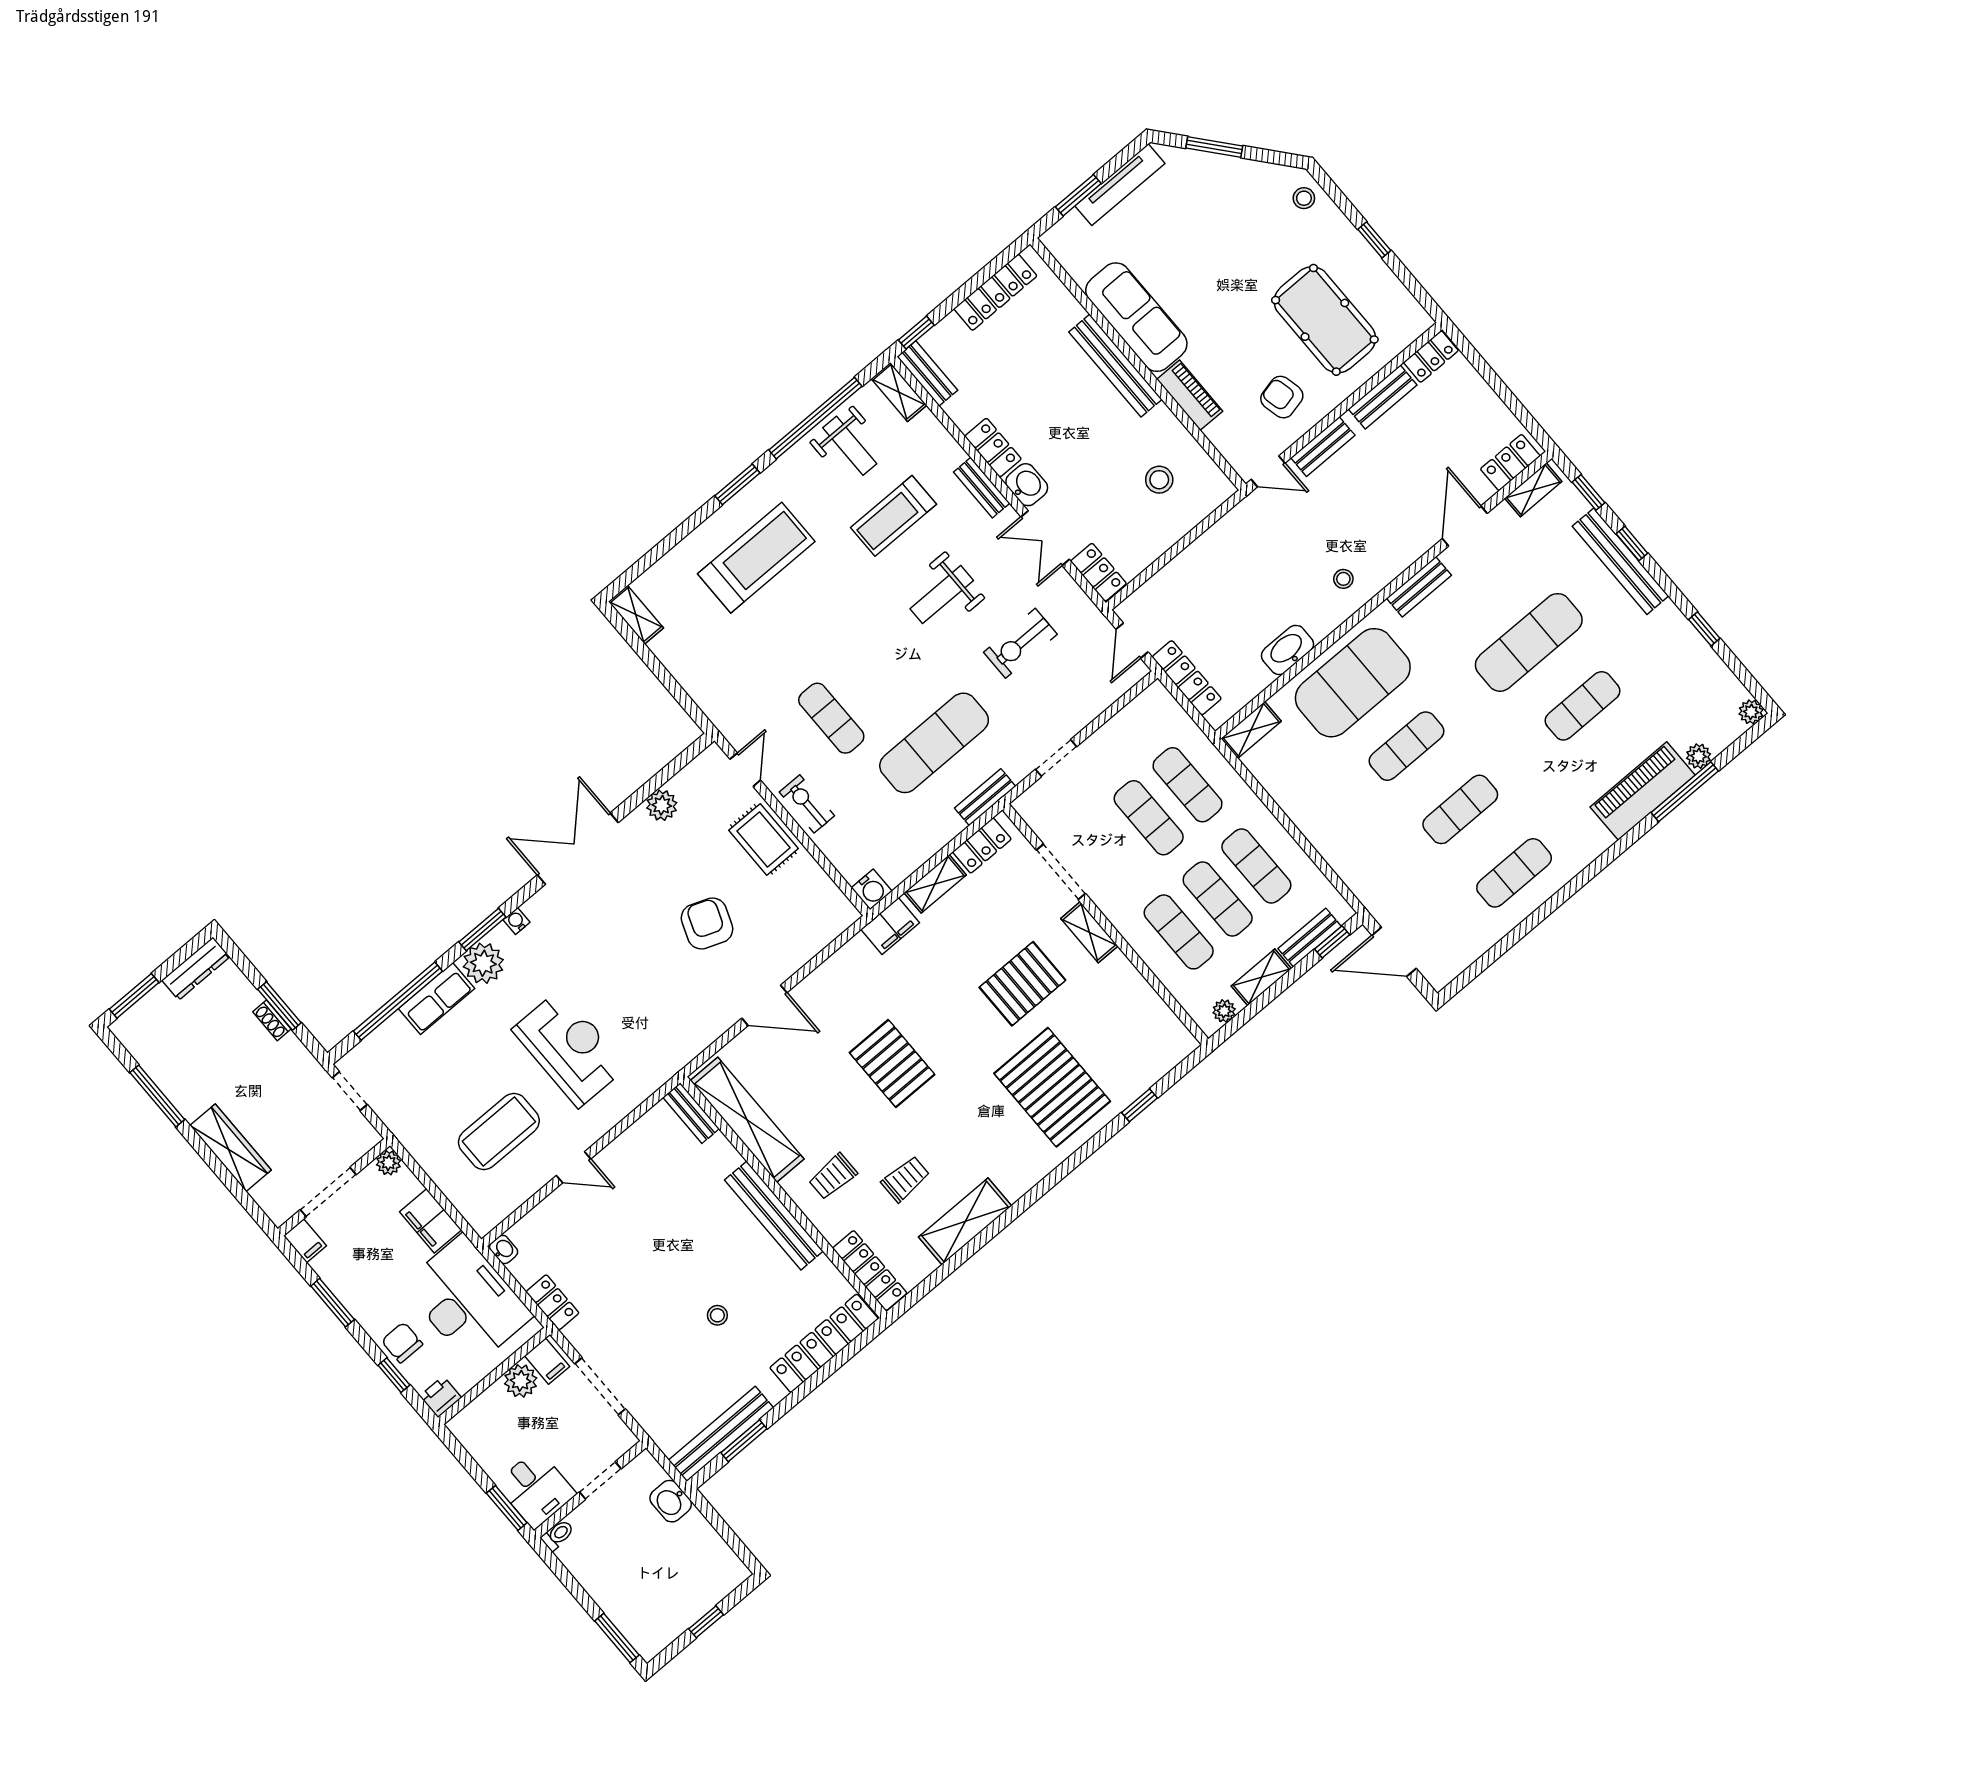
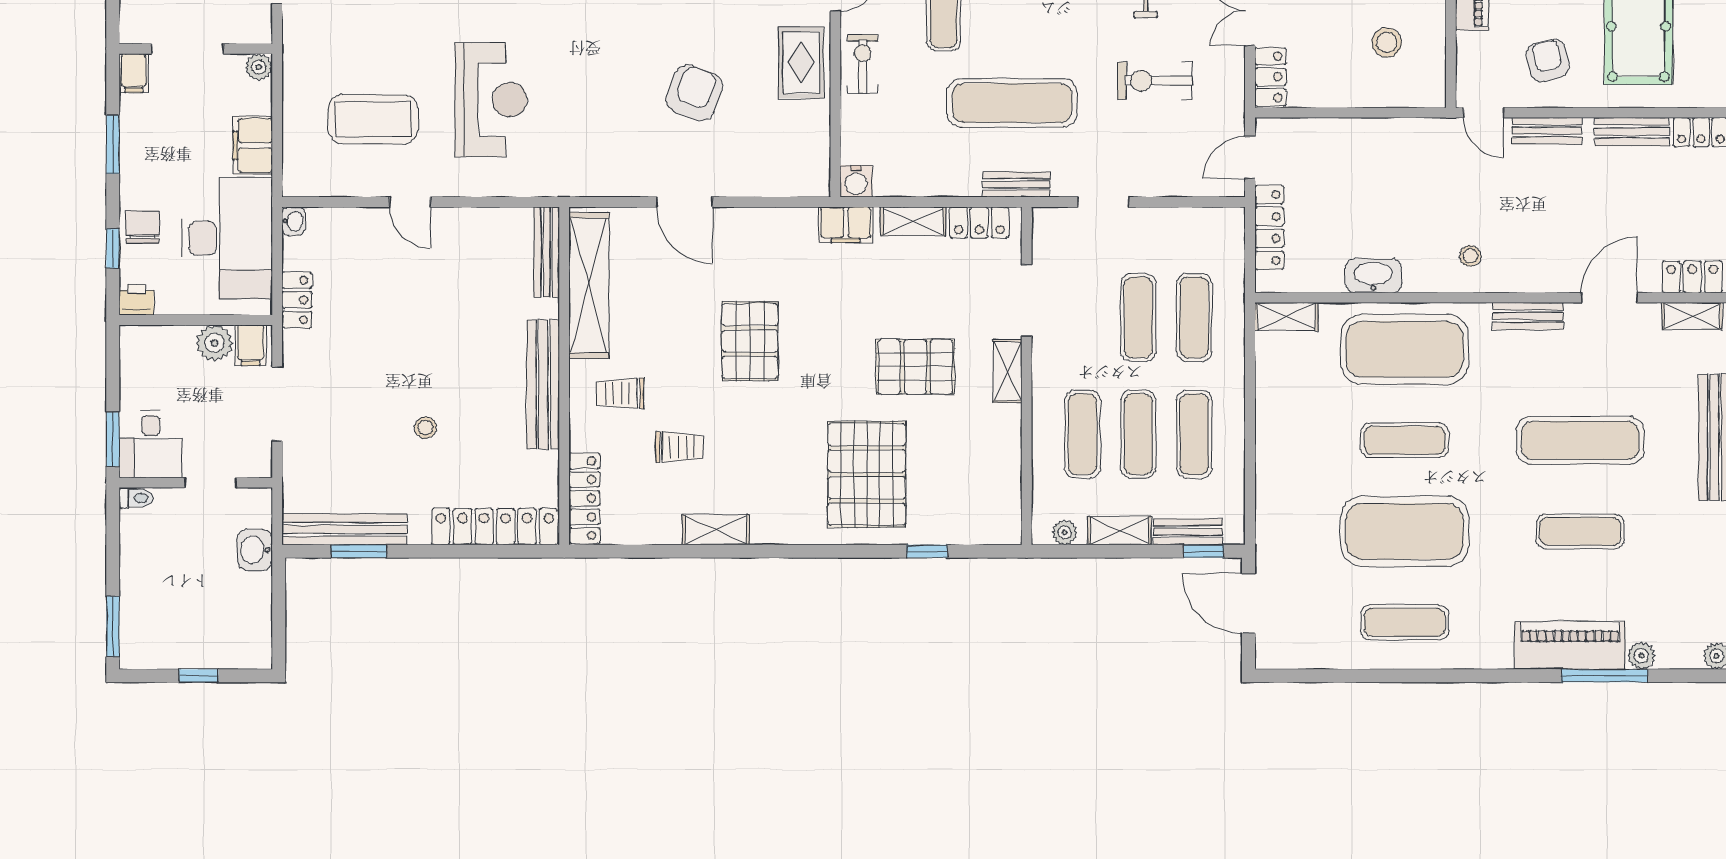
exercise mat: (1460, 809) -> (1405, 531), width x2.00, depth x1.45
bench: (691, 1113) -> (547, 252), width x1.36
shelving: (965, 1221) -> (716, 530), width x0.67, depth x0.75

